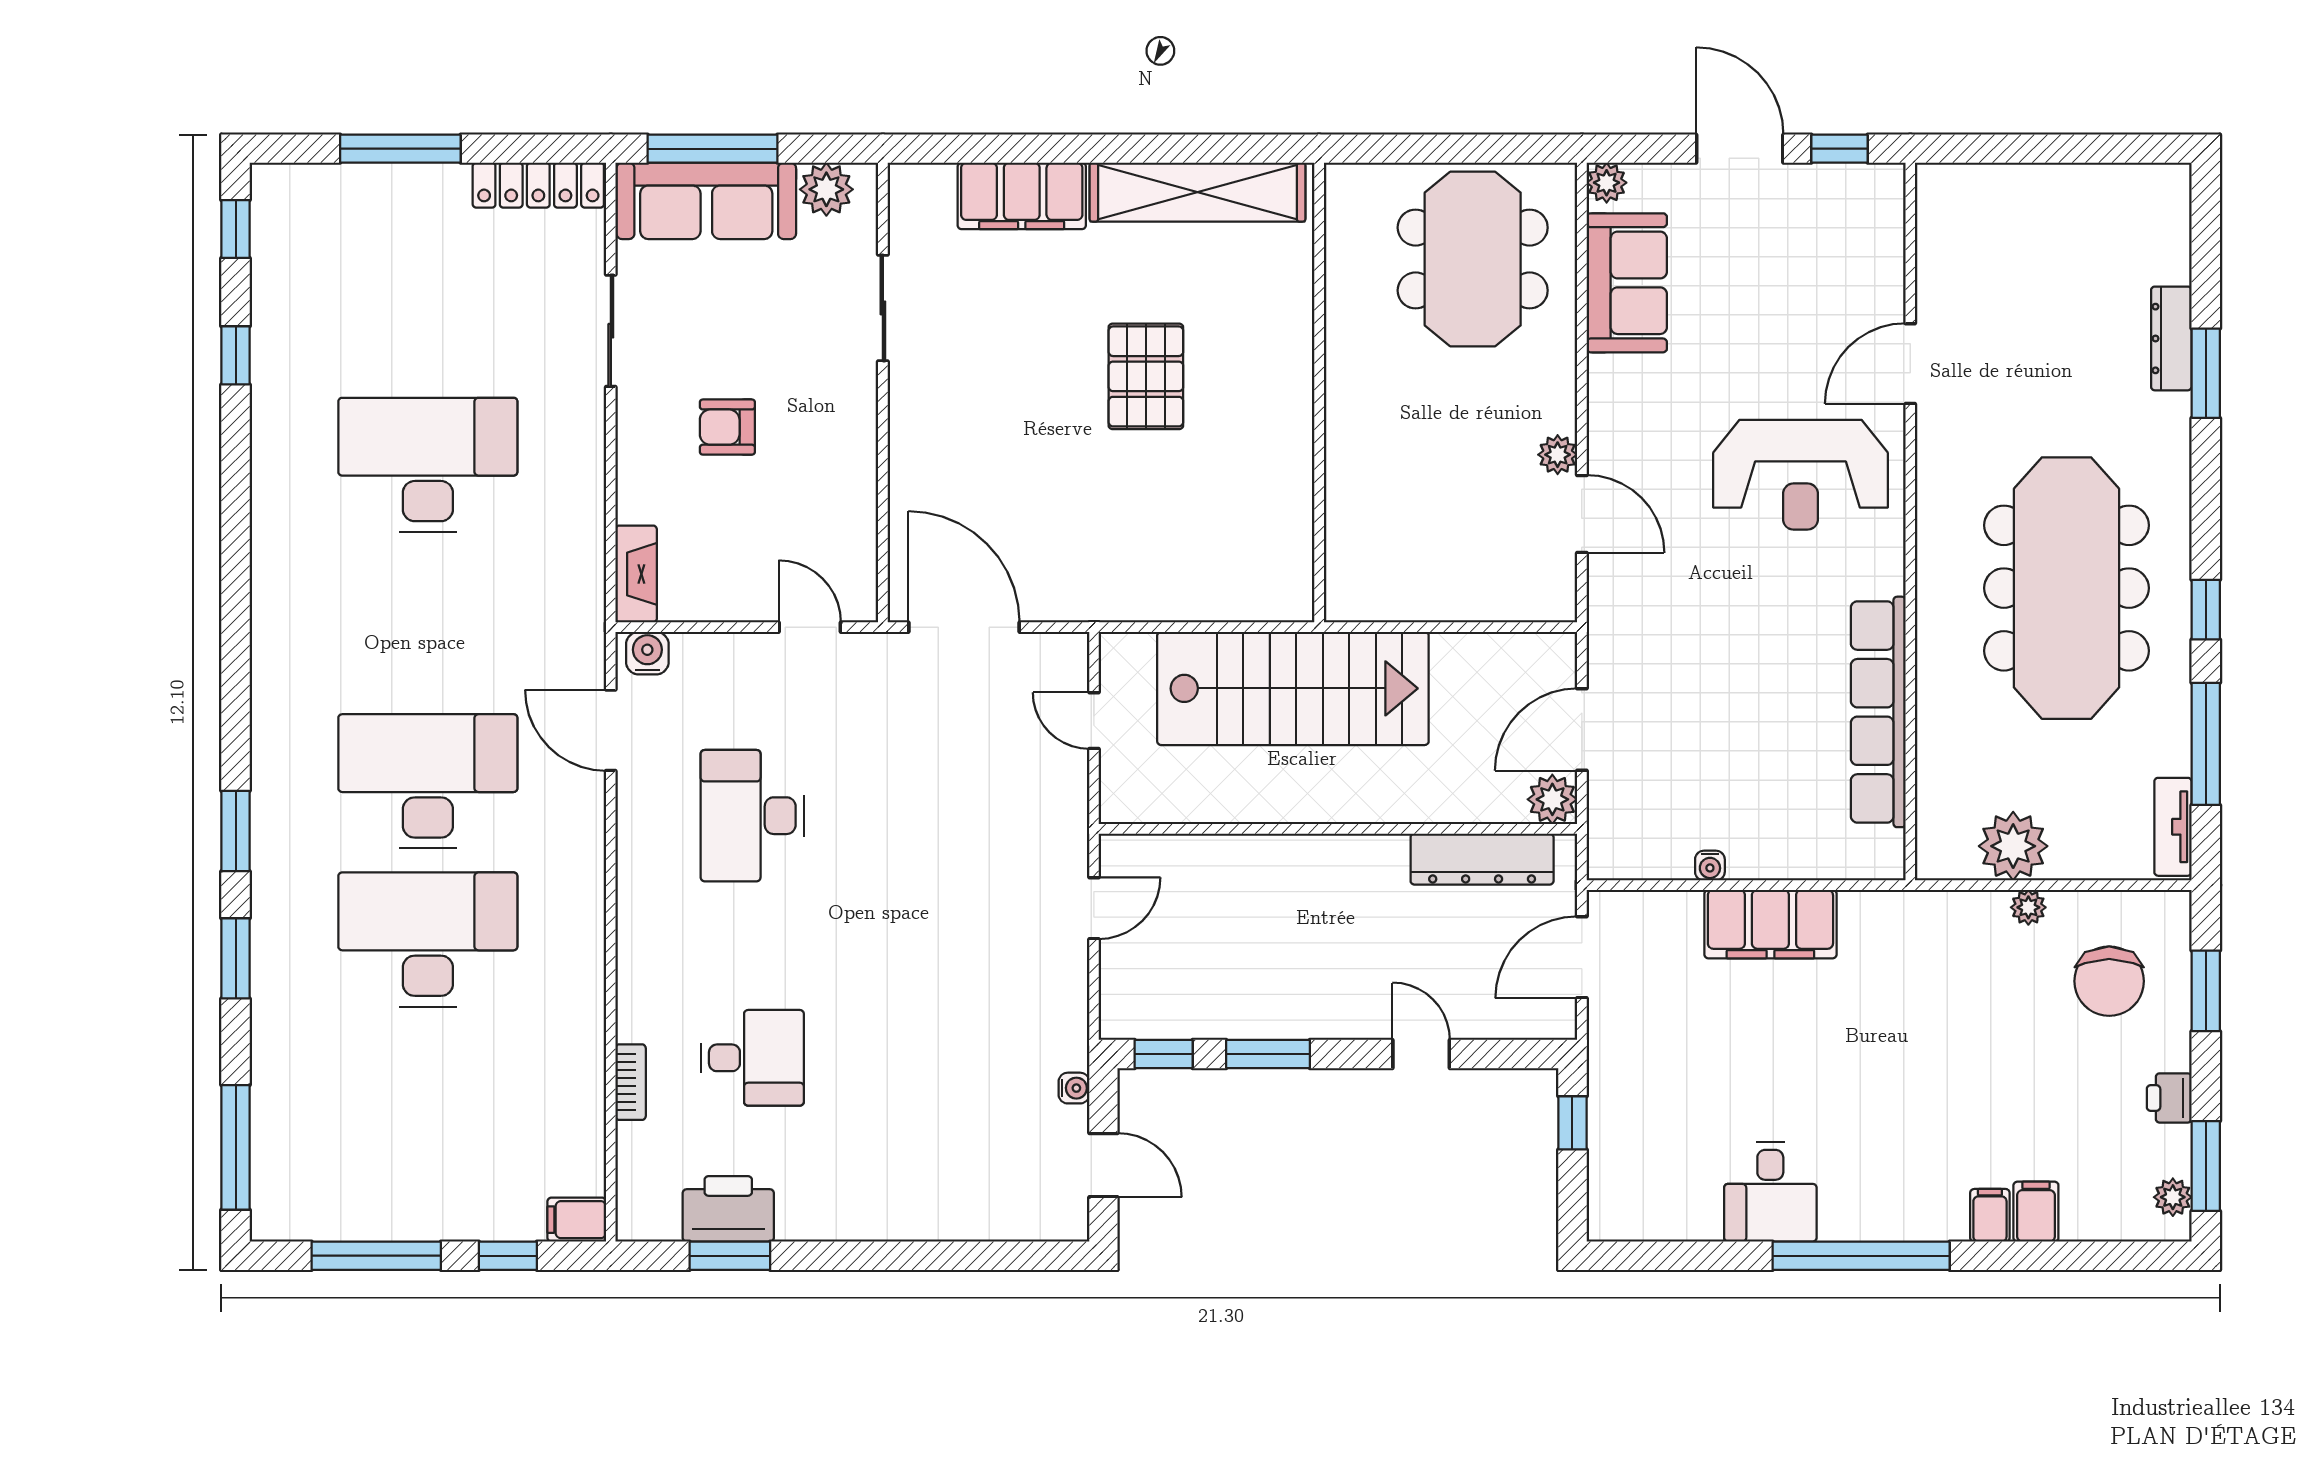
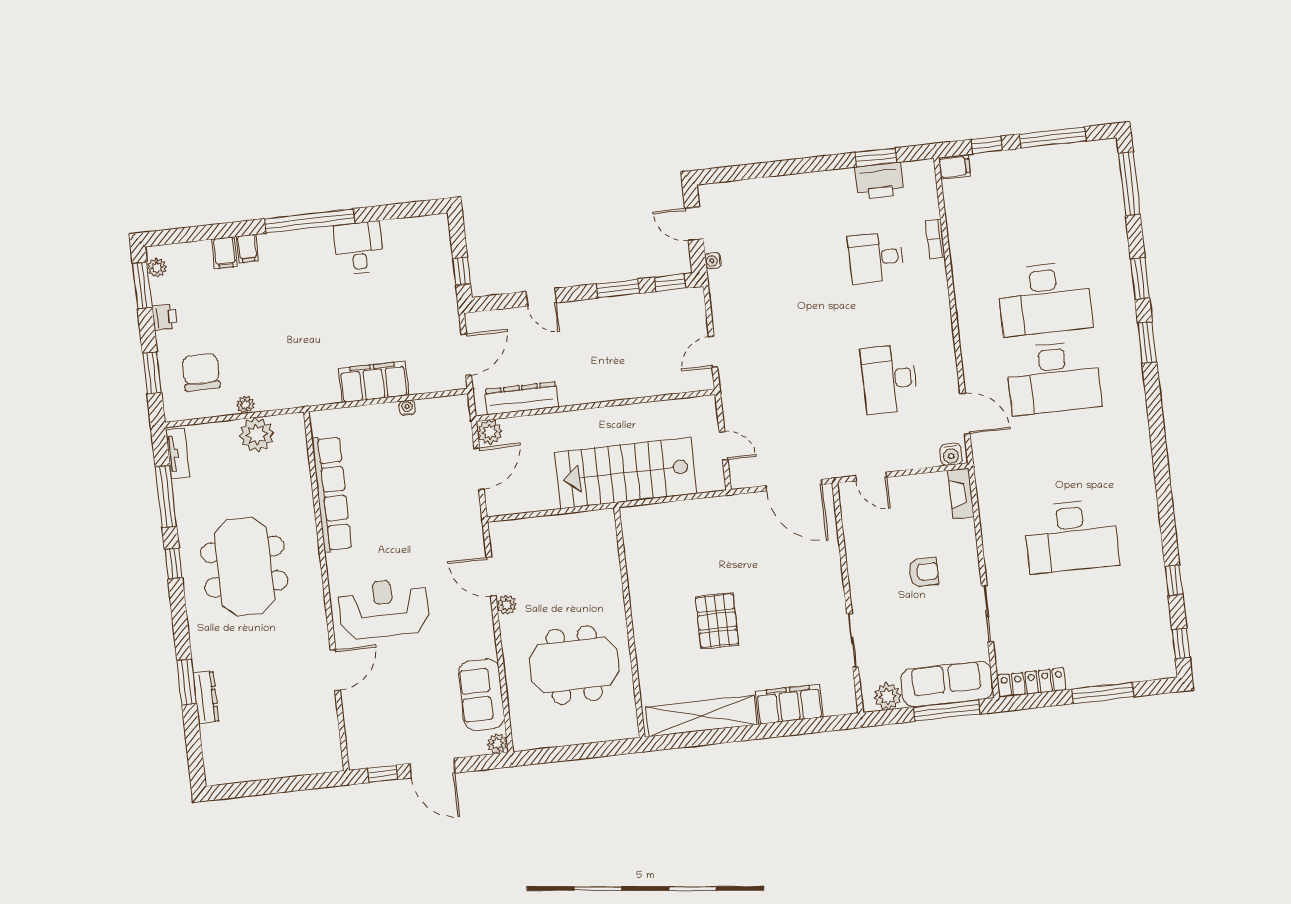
meeting table: (1473, 259) -> (574, 665), moved, turned 90
meeting table: (2066, 588) -> (244, 567), width x0.73
desk: (752, 816) -> (889, 379), turned 180

